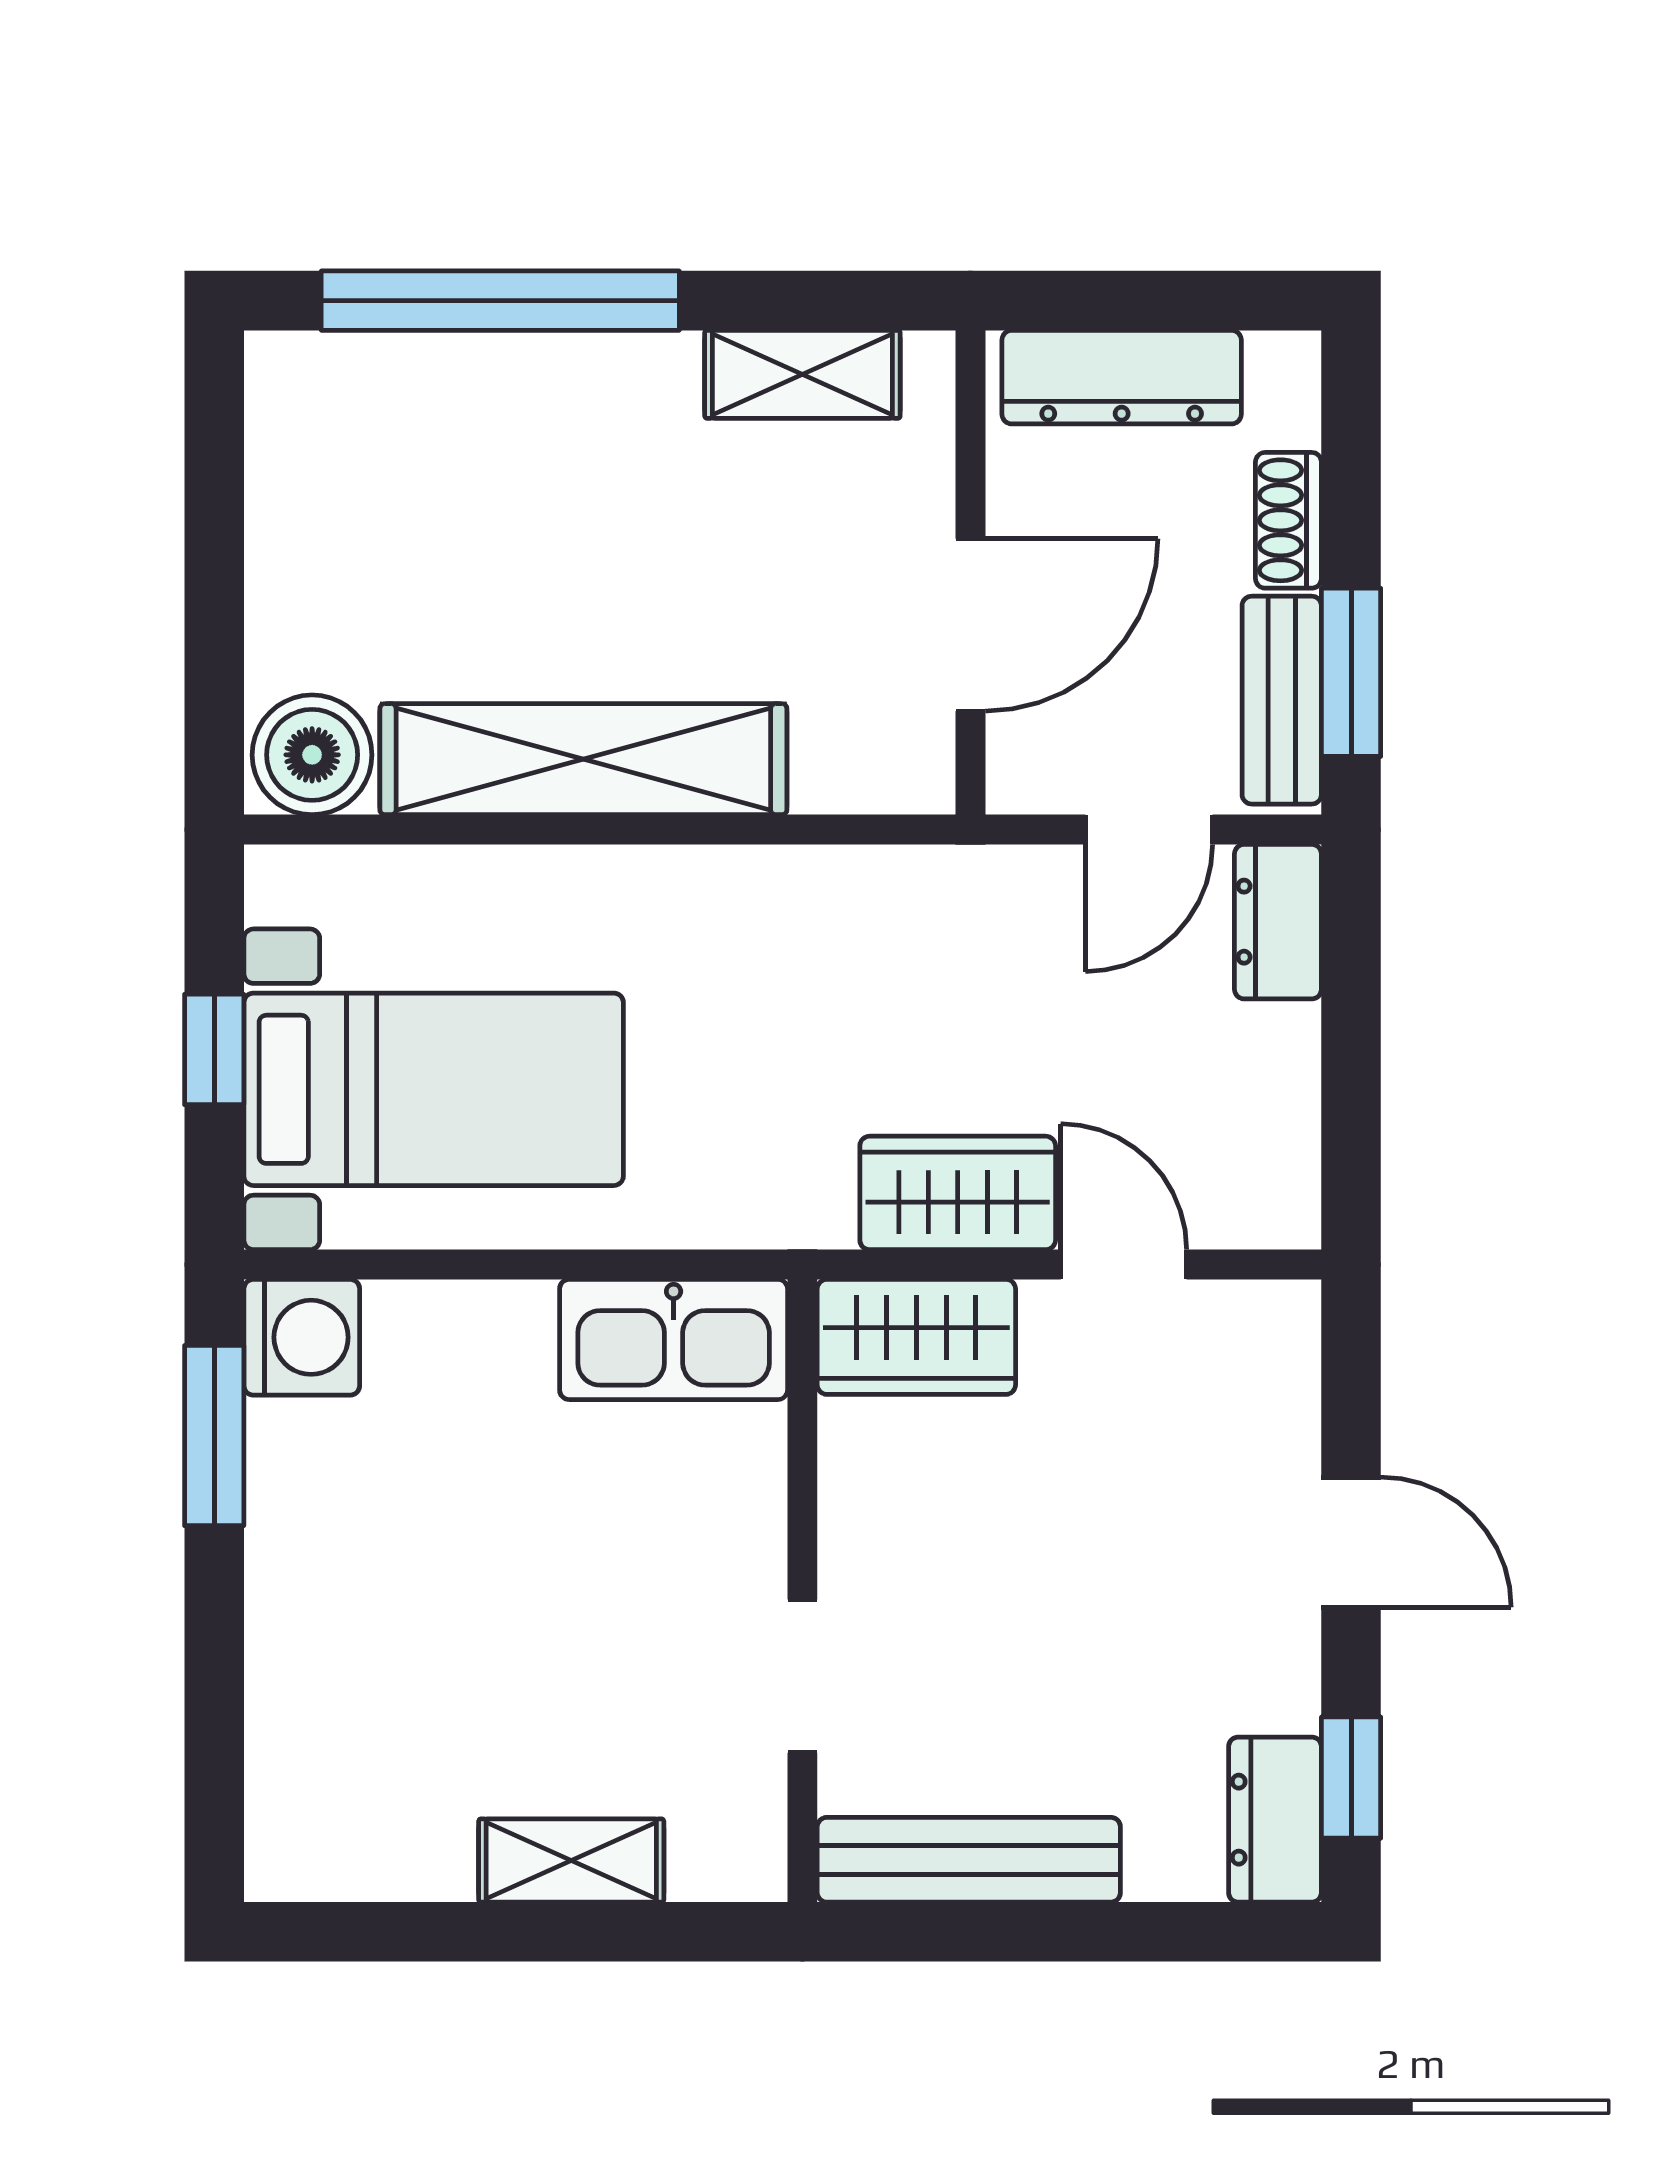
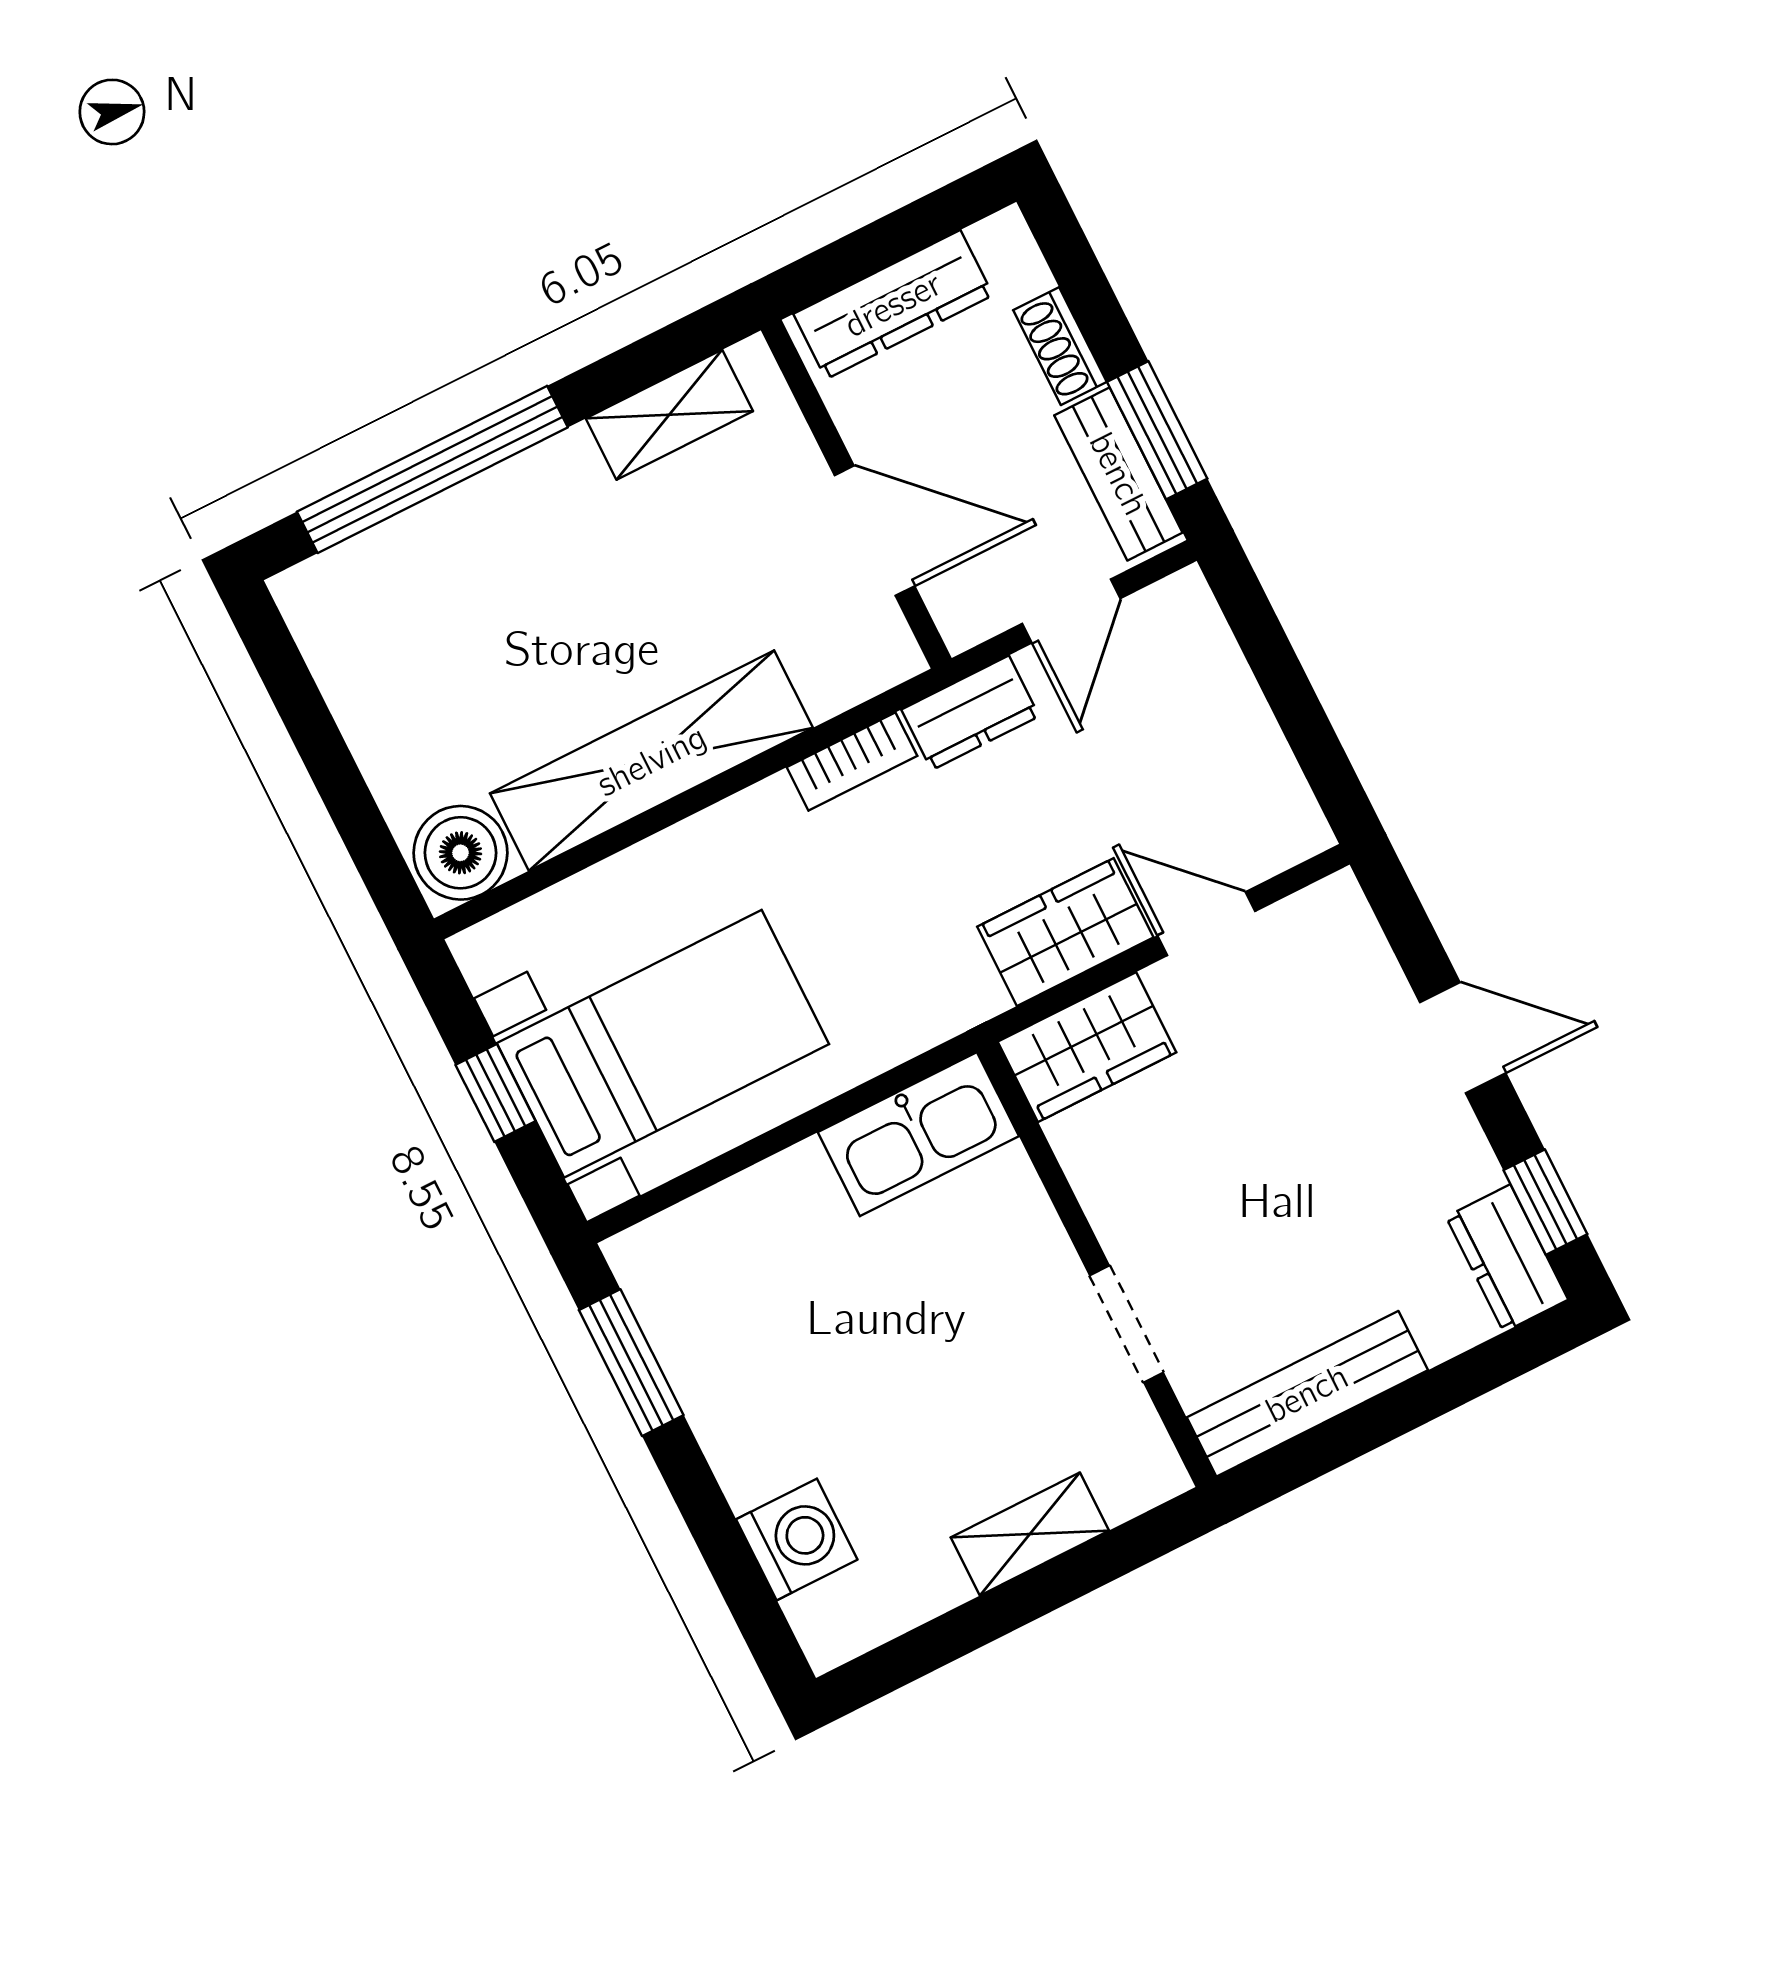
door: (970, 625) -> (875, 531), hinge flipped
bookcase: (812, 876) -> (852, 762), added
dresser: (1278, 922) -> (970, 713), moved, turned -90
washing machine: (302, 1337) -> (797, 1539), moved

